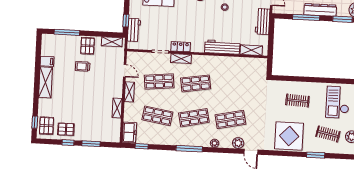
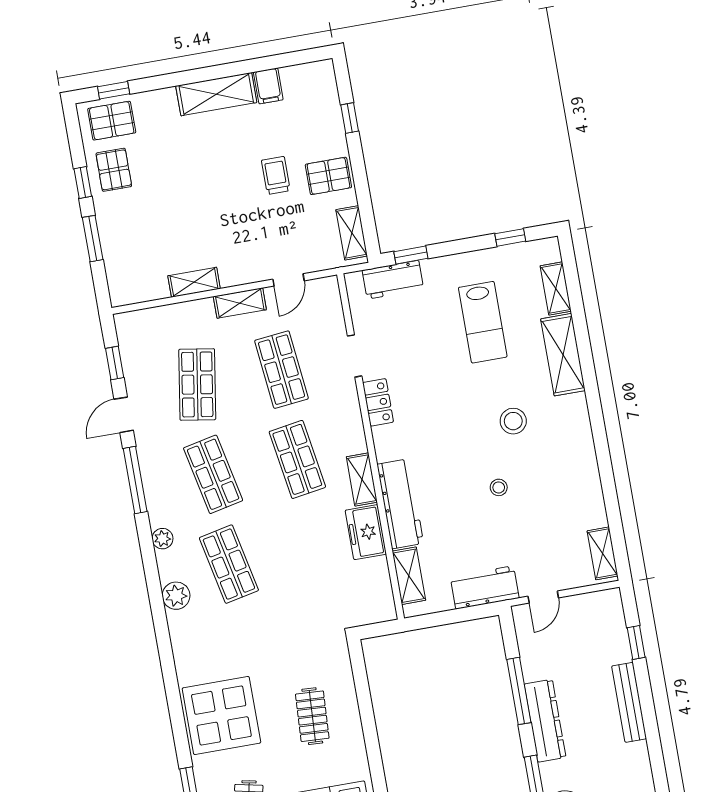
window: (67, 32) -> (350, 118), width x0.46
shelving: (181, 59) -> (362, 479), moved
freezer: (129, 132) -> (366, 532), moved, turned 90
door: (251, 152) -> (124, 415), moved

